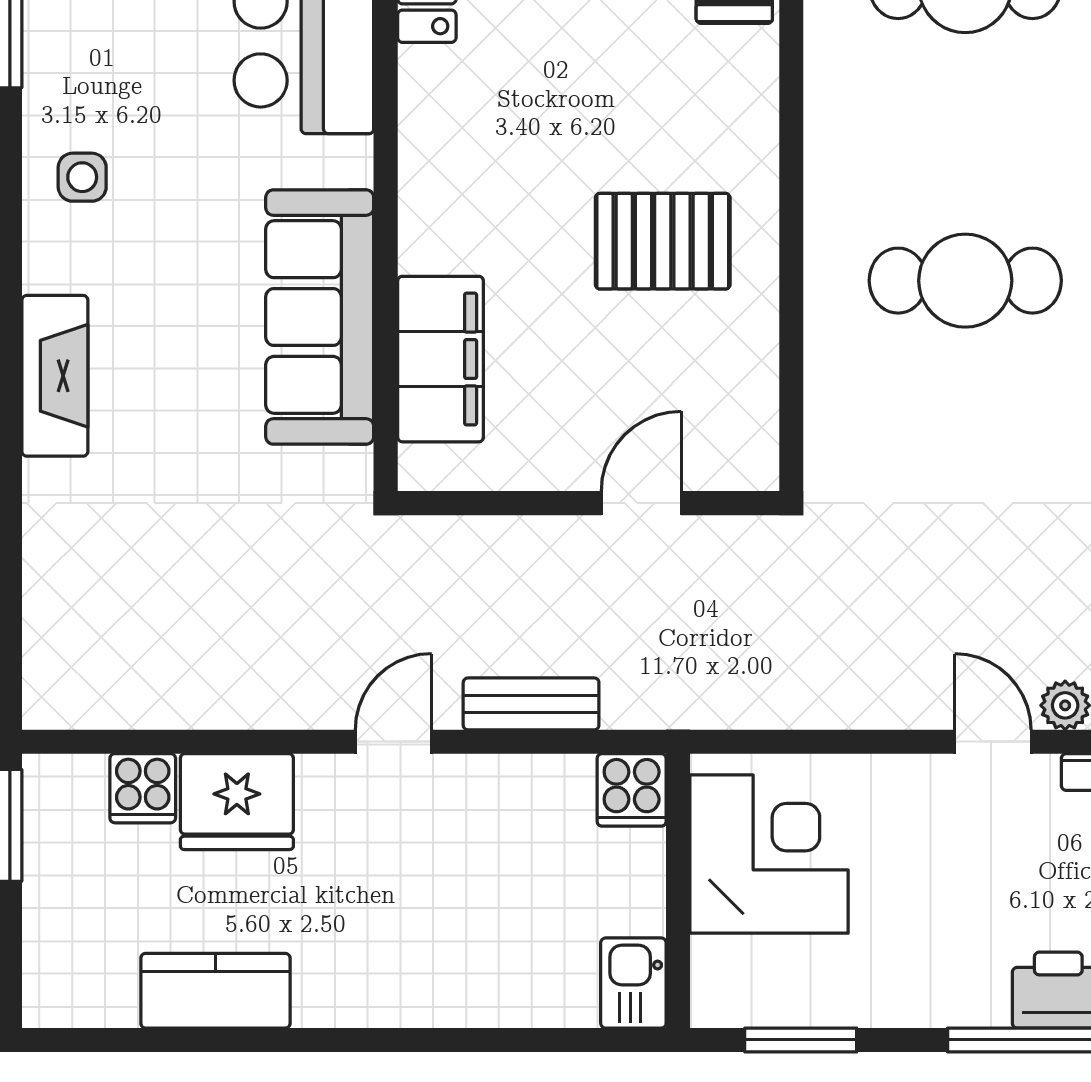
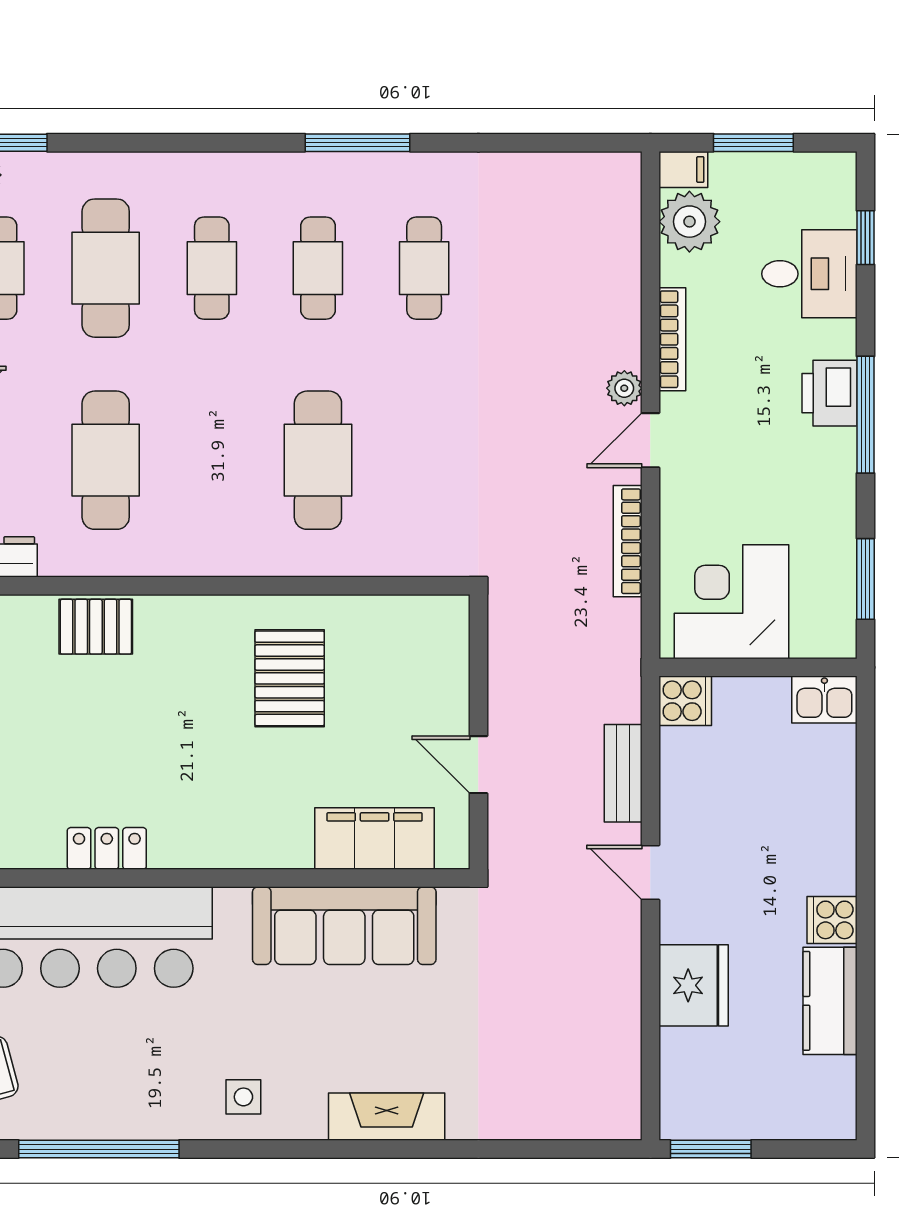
door: (641, 503) -> (478, 765), moved
bookcase: (853, 710) -> (628, 541), added
cooker: (143, 788) -> (832, 920), moved, turned 180

